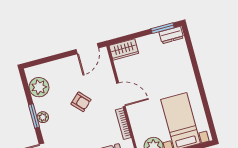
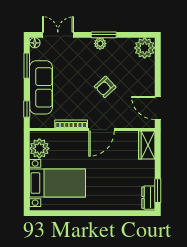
plant: (39, 87) -> (145, 48), moved

